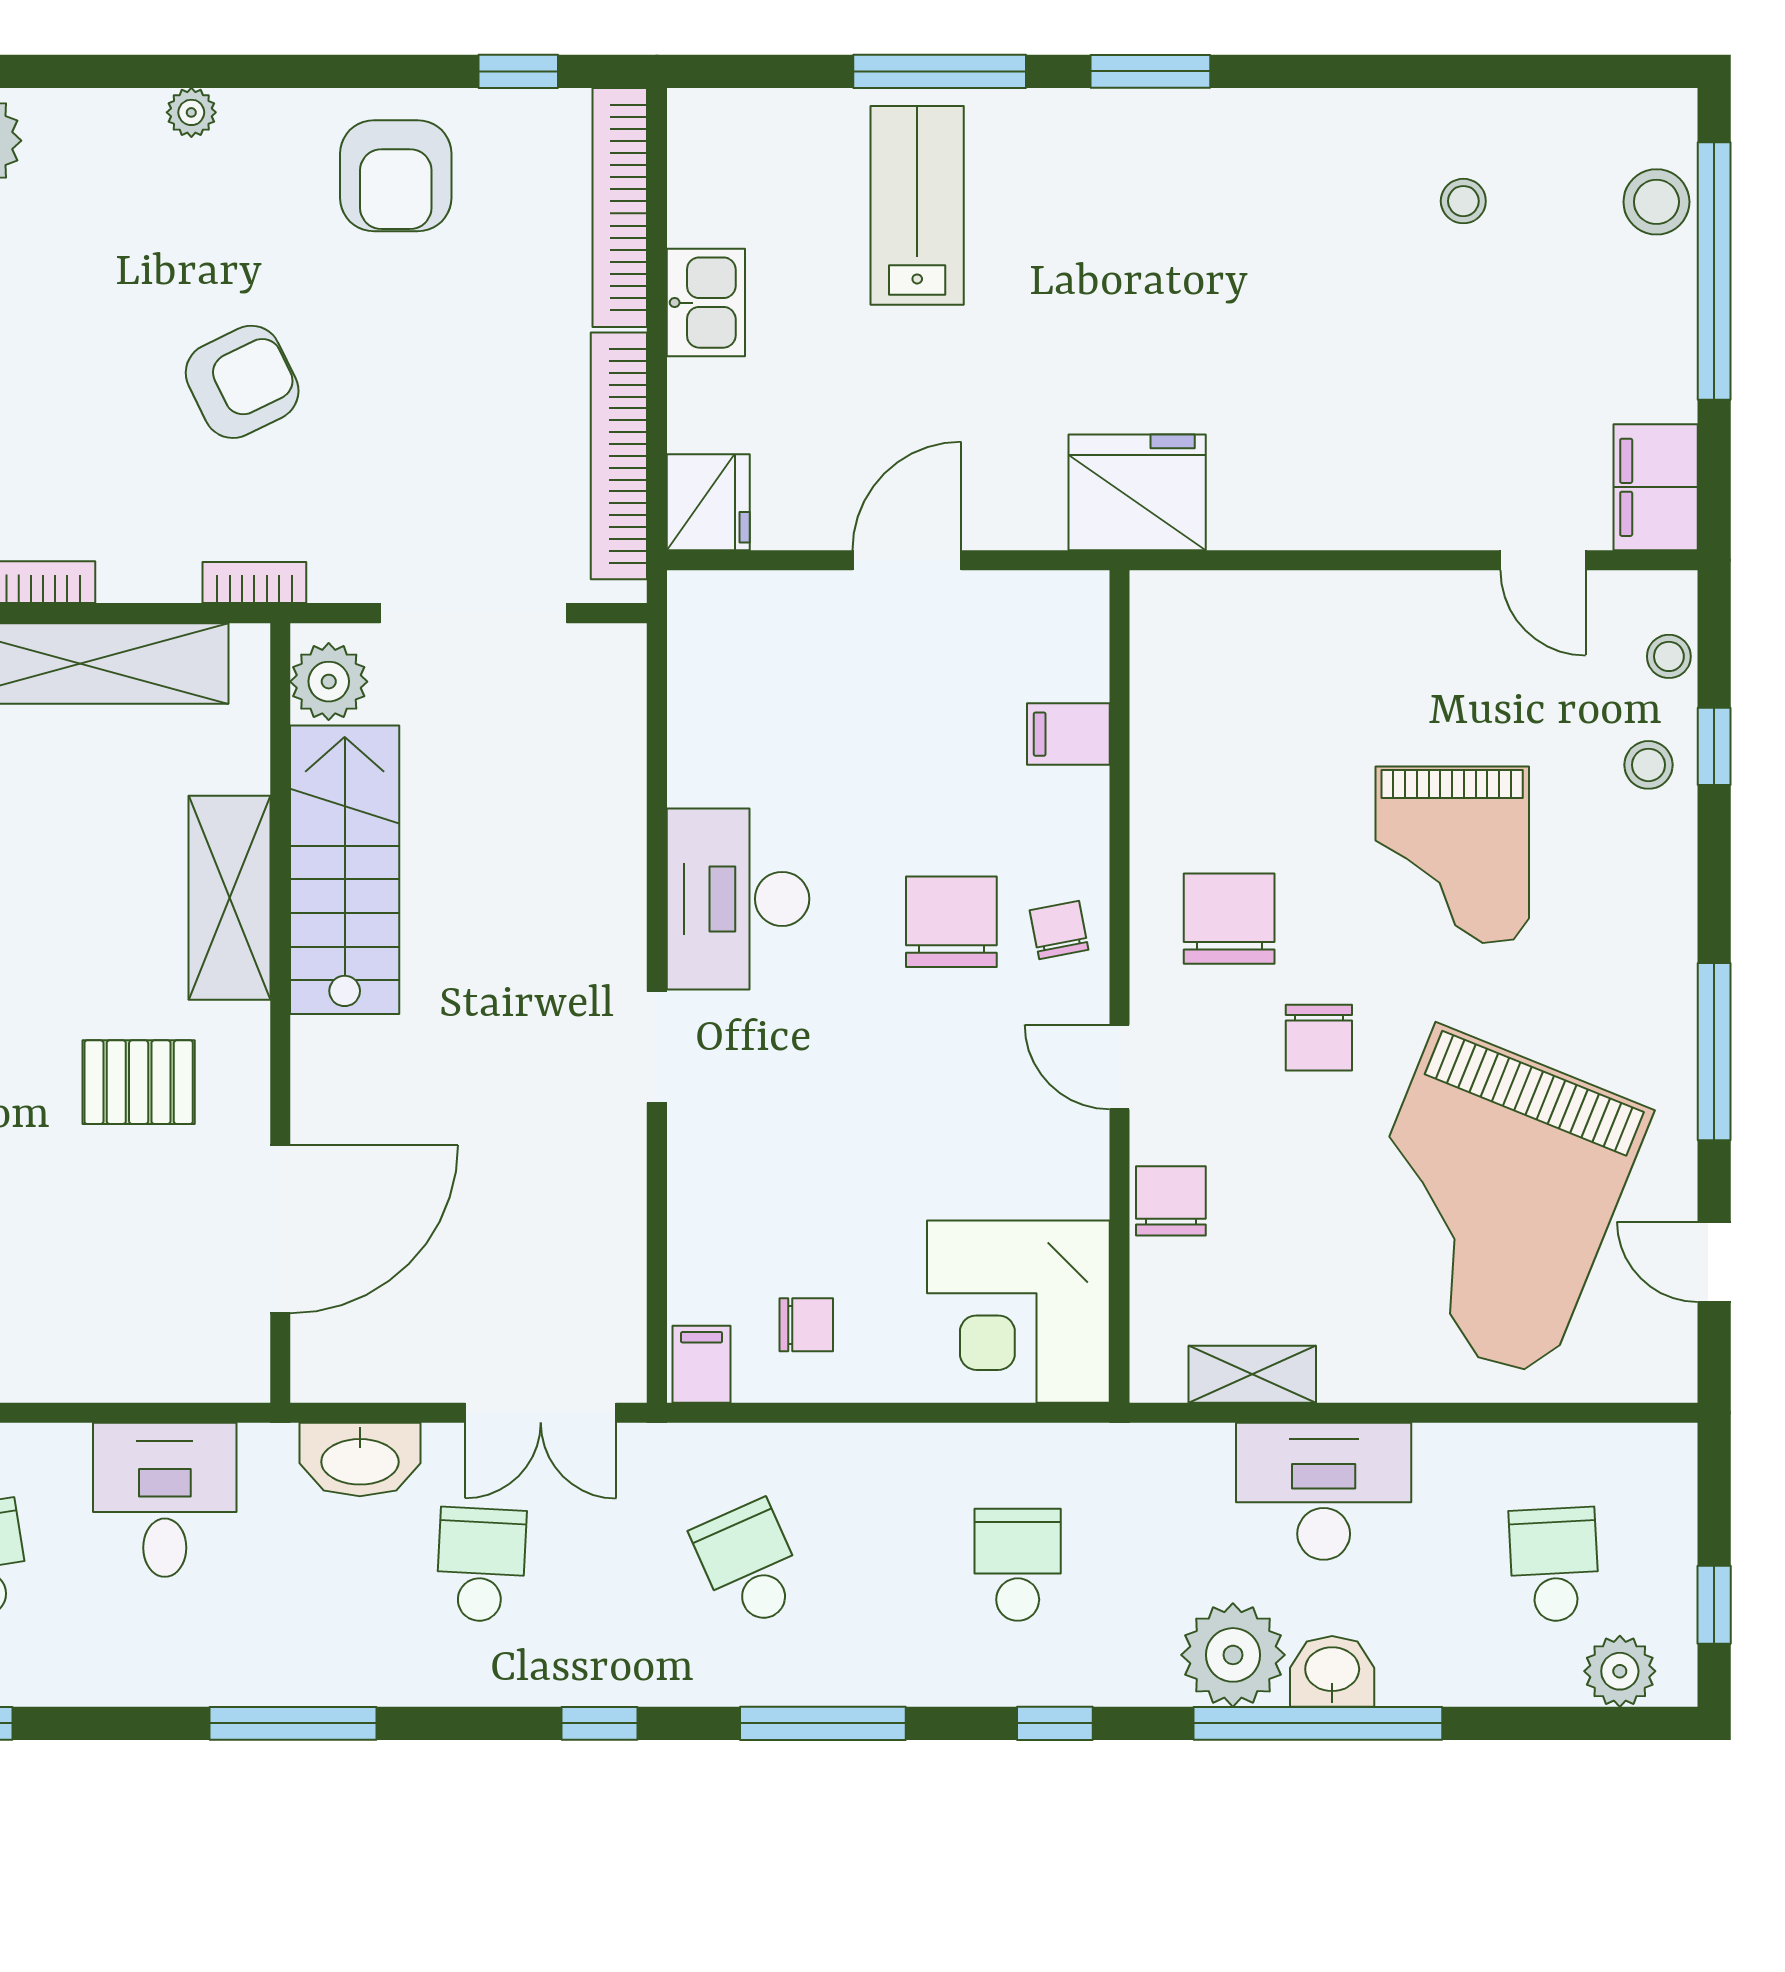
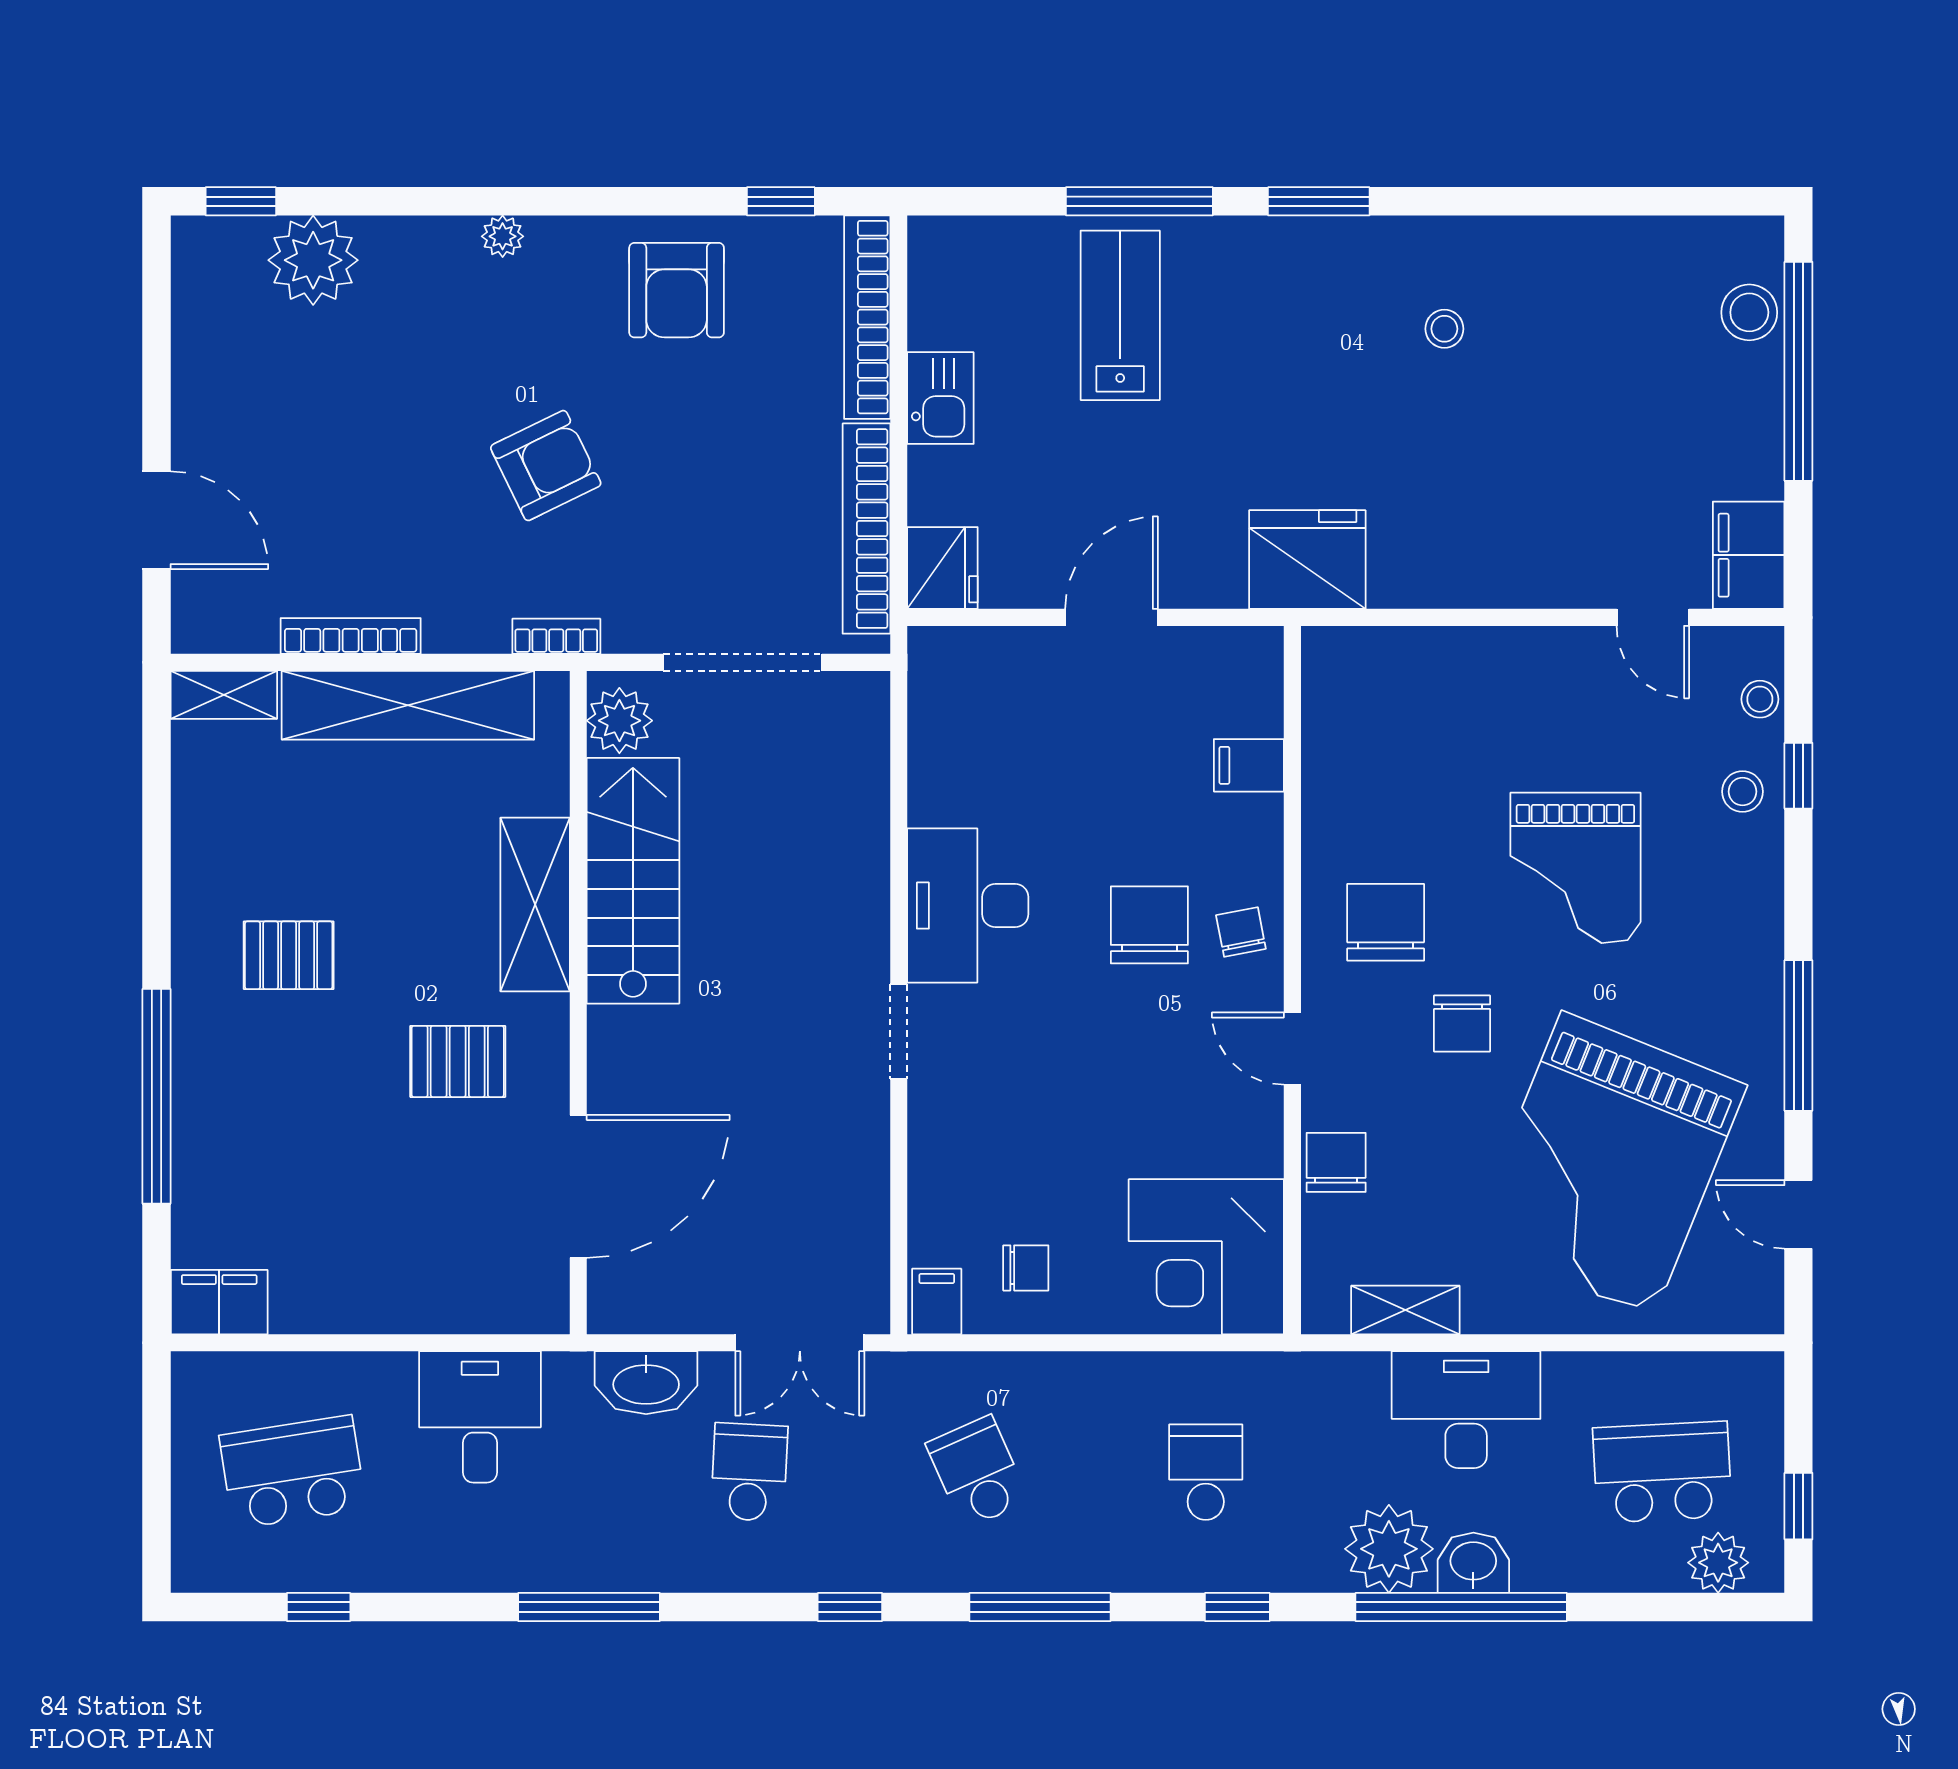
stool: (1463, 201) -> (1444, 329), moved
school desk: (1554, 1565) -> (1662, 1472), width x1.85

